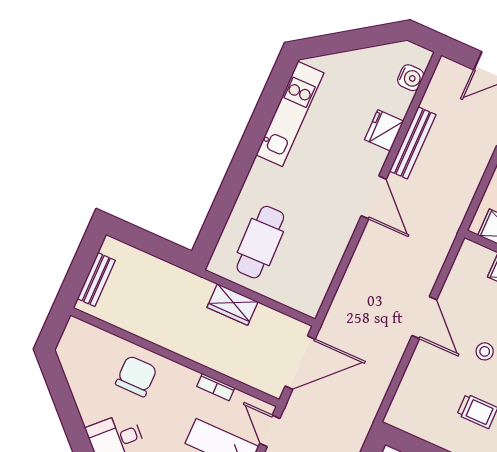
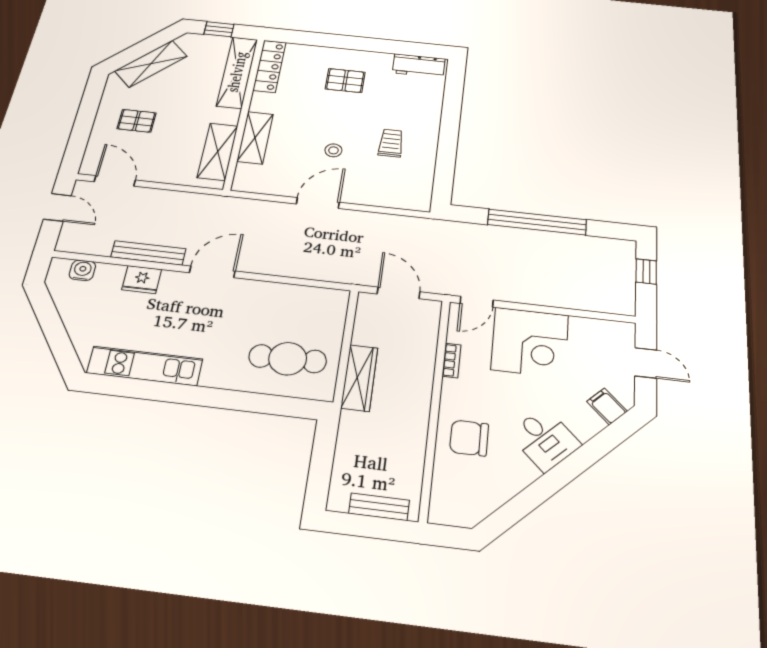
wardrobe: (233, 305) -> (359, 378), width x1.50
door: (300, 363) -> (399, 293), width x0.73

